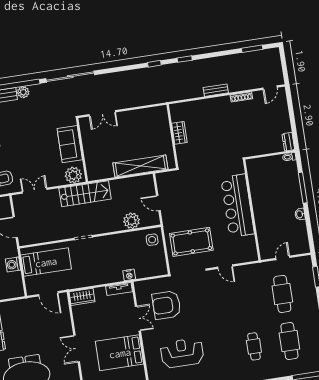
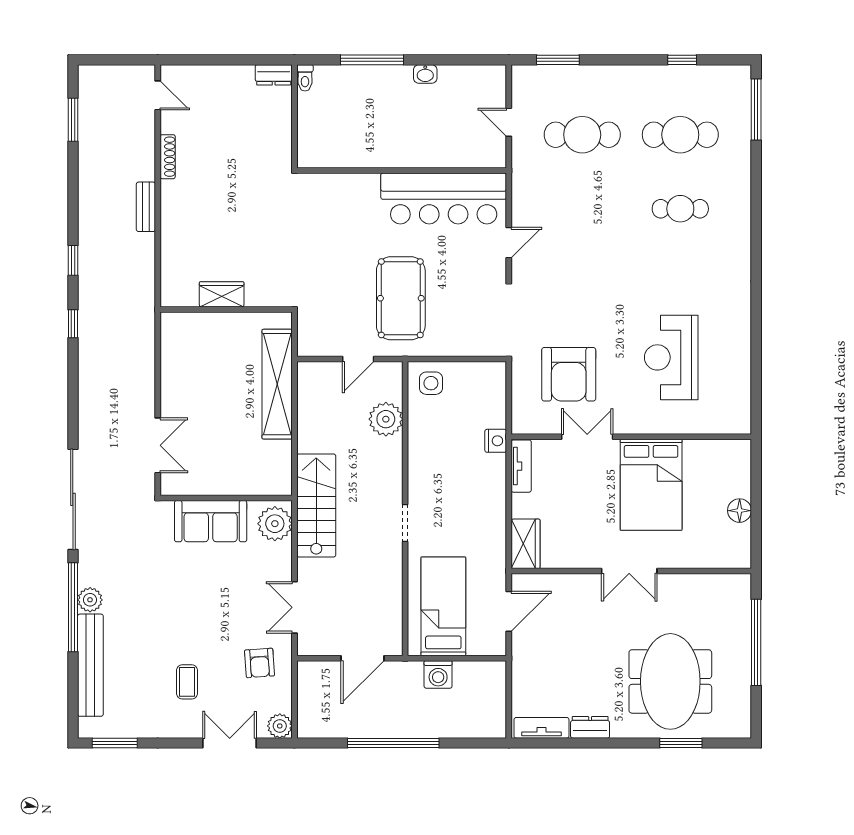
bar counter: (237, 206) -> (444, 198), moved
pool table: (191, 242) -> (401, 298), moved

